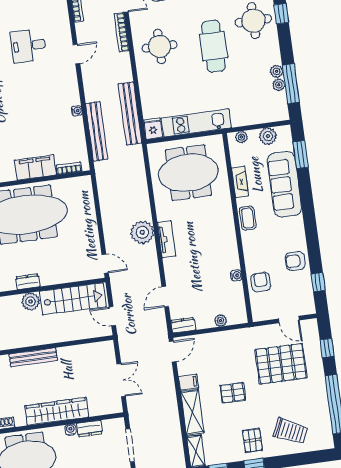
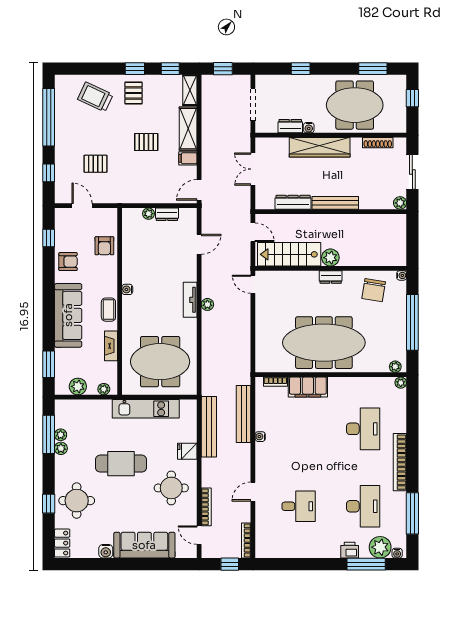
cafe table: (213, 46) -> (121, 464), moved, turned 90
fridge: (153, 129) -> (187, 451), moved, turned 90
sofa: (285, 184) -> (68, 315), moved
plant: (142, 232) -> (207, 304), width x0.53, depth x0.53
water cooler: (236, 275) -> (127, 289), moved
dresser: (183, 325) -> (167, 214), moved
dresser: (76, 352) -> (293, 202), added
pallet: (281, 364) -> (95, 164), width x0.49, depth x0.50

